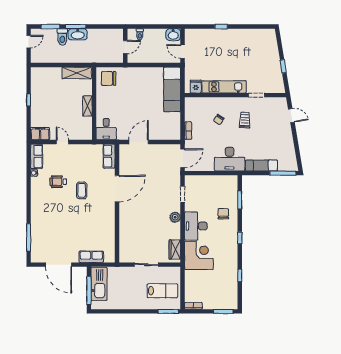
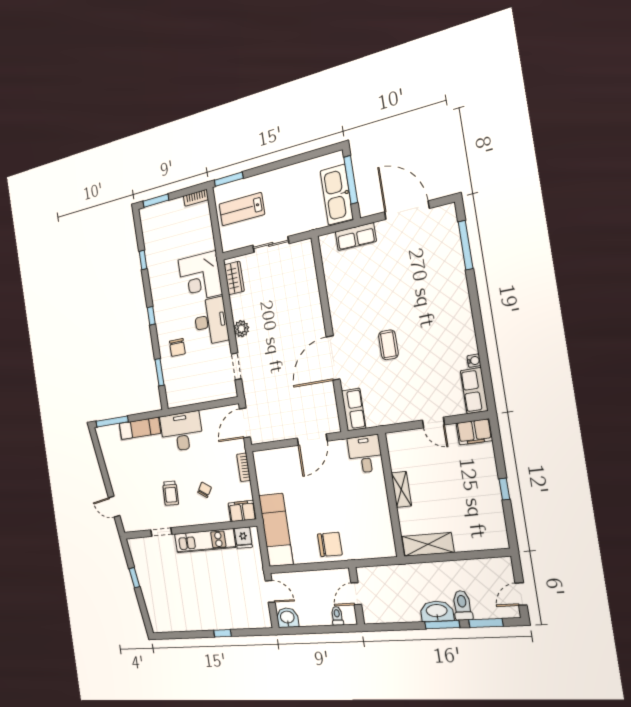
chair: (109, 78) -> (330, 544), moved
filing cabinet: (194, 103) -> (242, 511), added
wheelchair: (58, 182) -> (430, 353), removed

